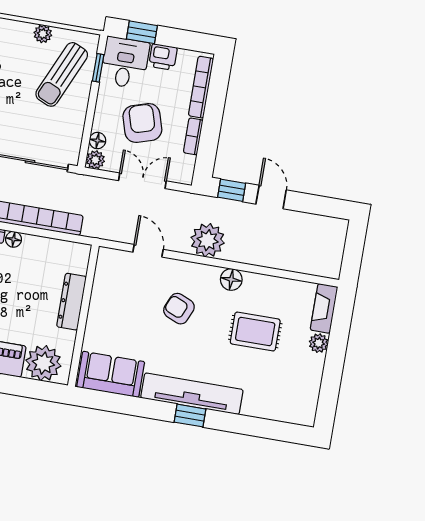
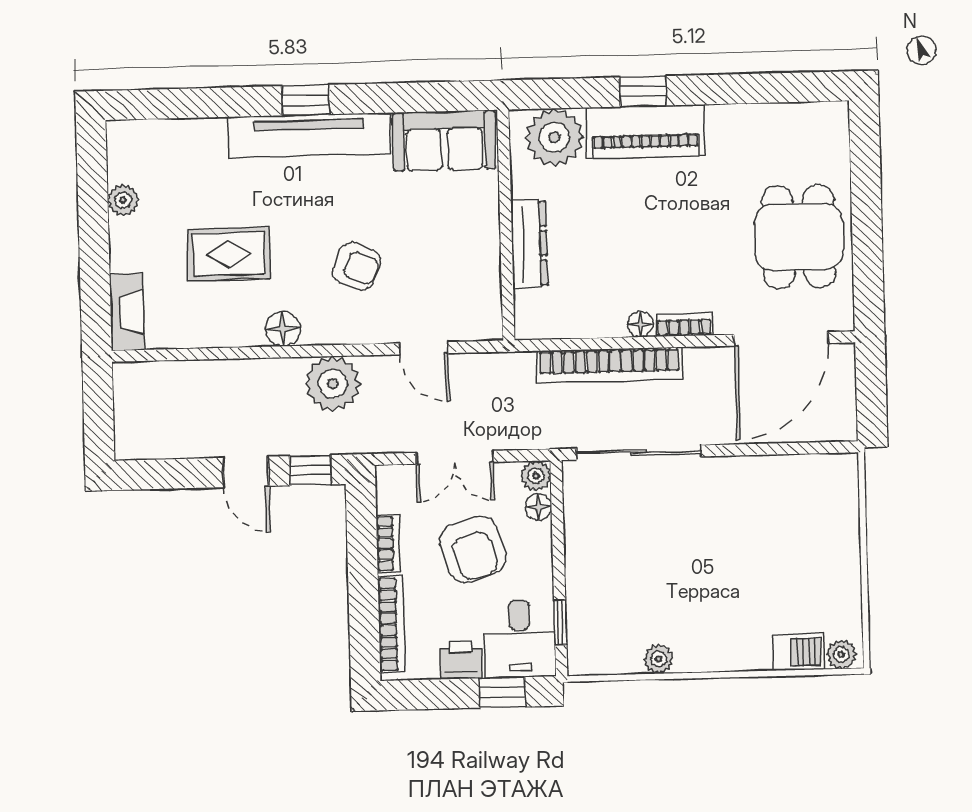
sun lounger: (62, 74) -> (616, 601), removed
plant: (319, 343) -> (123, 200), moved

